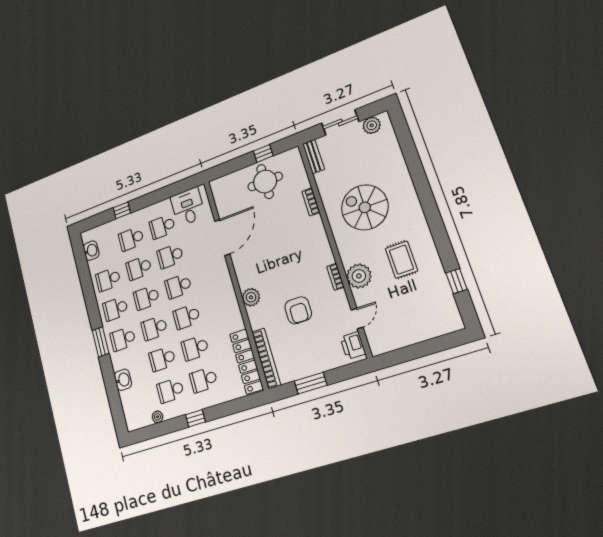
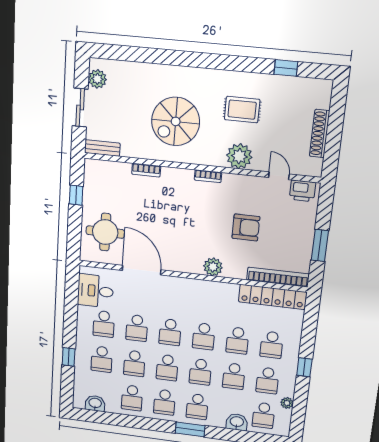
round table: (265, 181) -> (105, 232), moved
bookcase: (335, 277) -> (208, 176), moved
shoe rack: (411, 338) -> (320, 134), added
school desk: (138, 401) -> (263, 415), added

